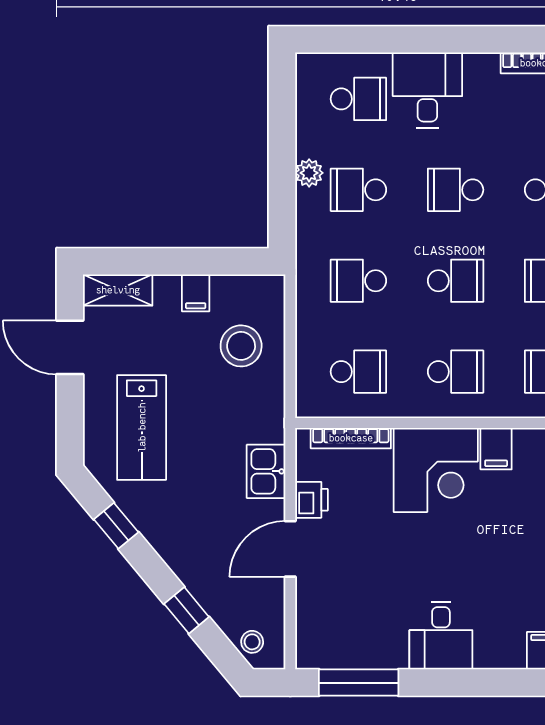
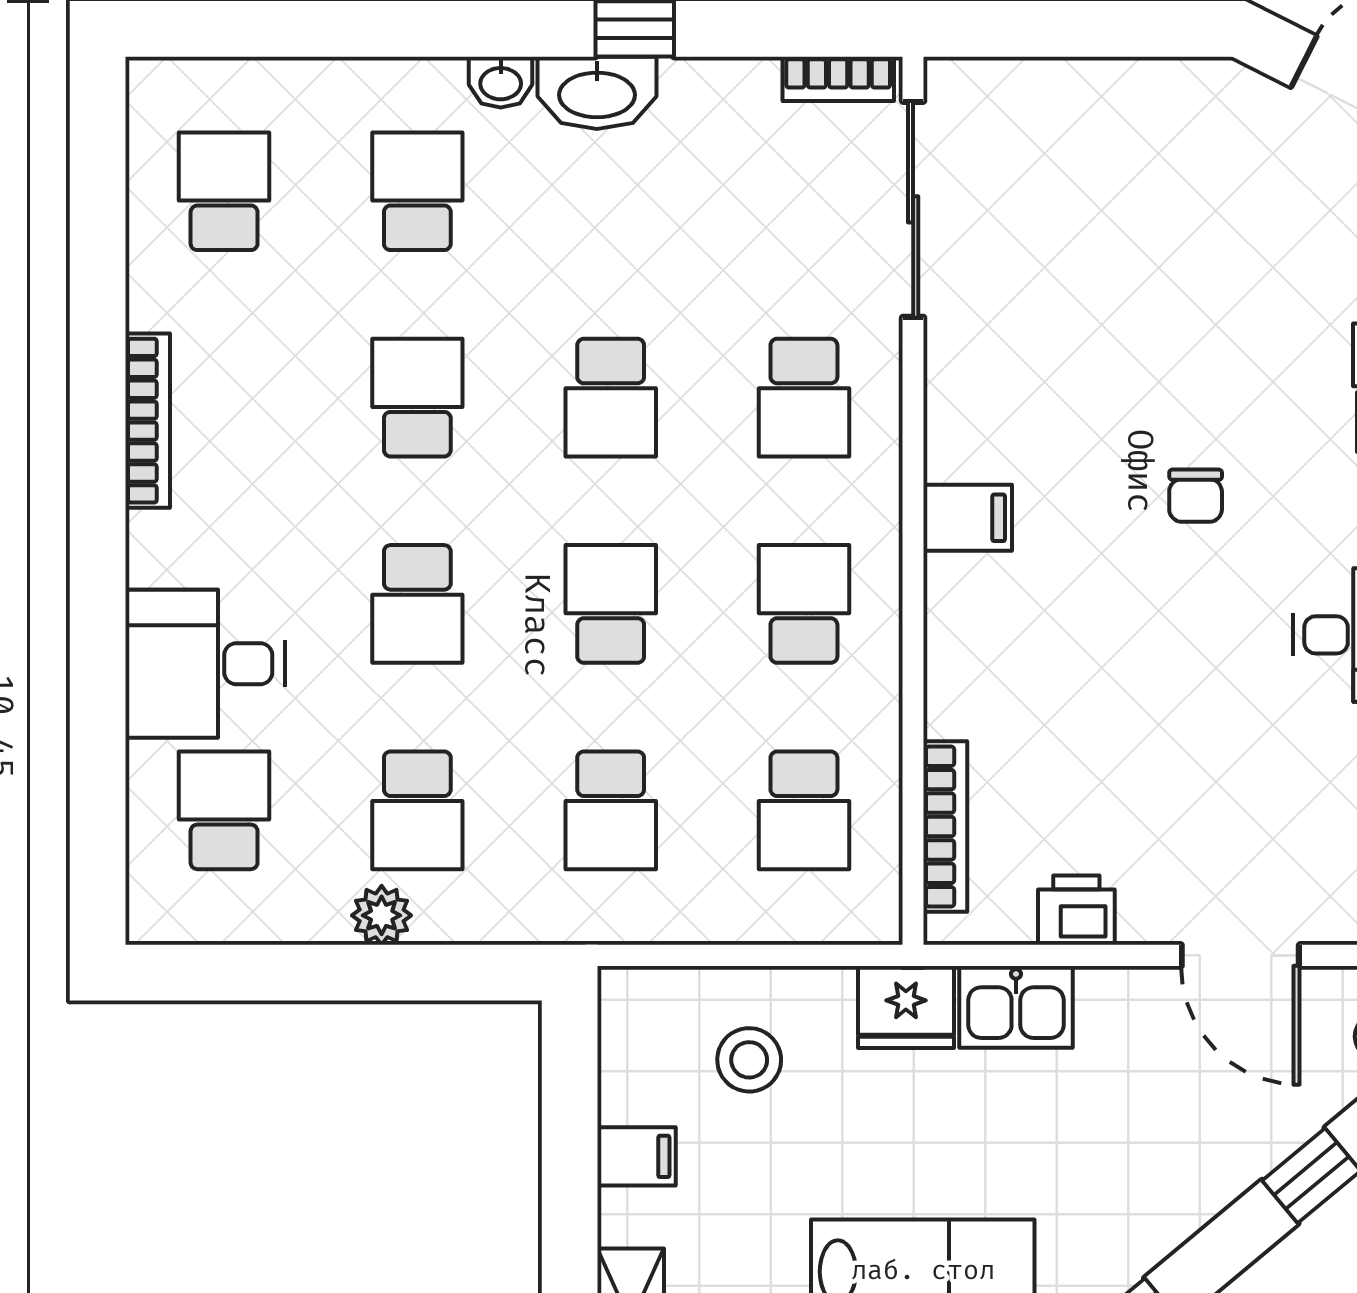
stool: (241, 346) -> (749, 1060), width x0.73, depth x0.73
school desk: (358, 372) -> (804, 810), turned 180
fridge: (266, 420) -> (906, 1007), added
corner desk: (436, 470) -> (1013, 646), removed
door: (290, 549) -> (1240, 955), moved
chair: (506, 556) -> (1196, 496), added

